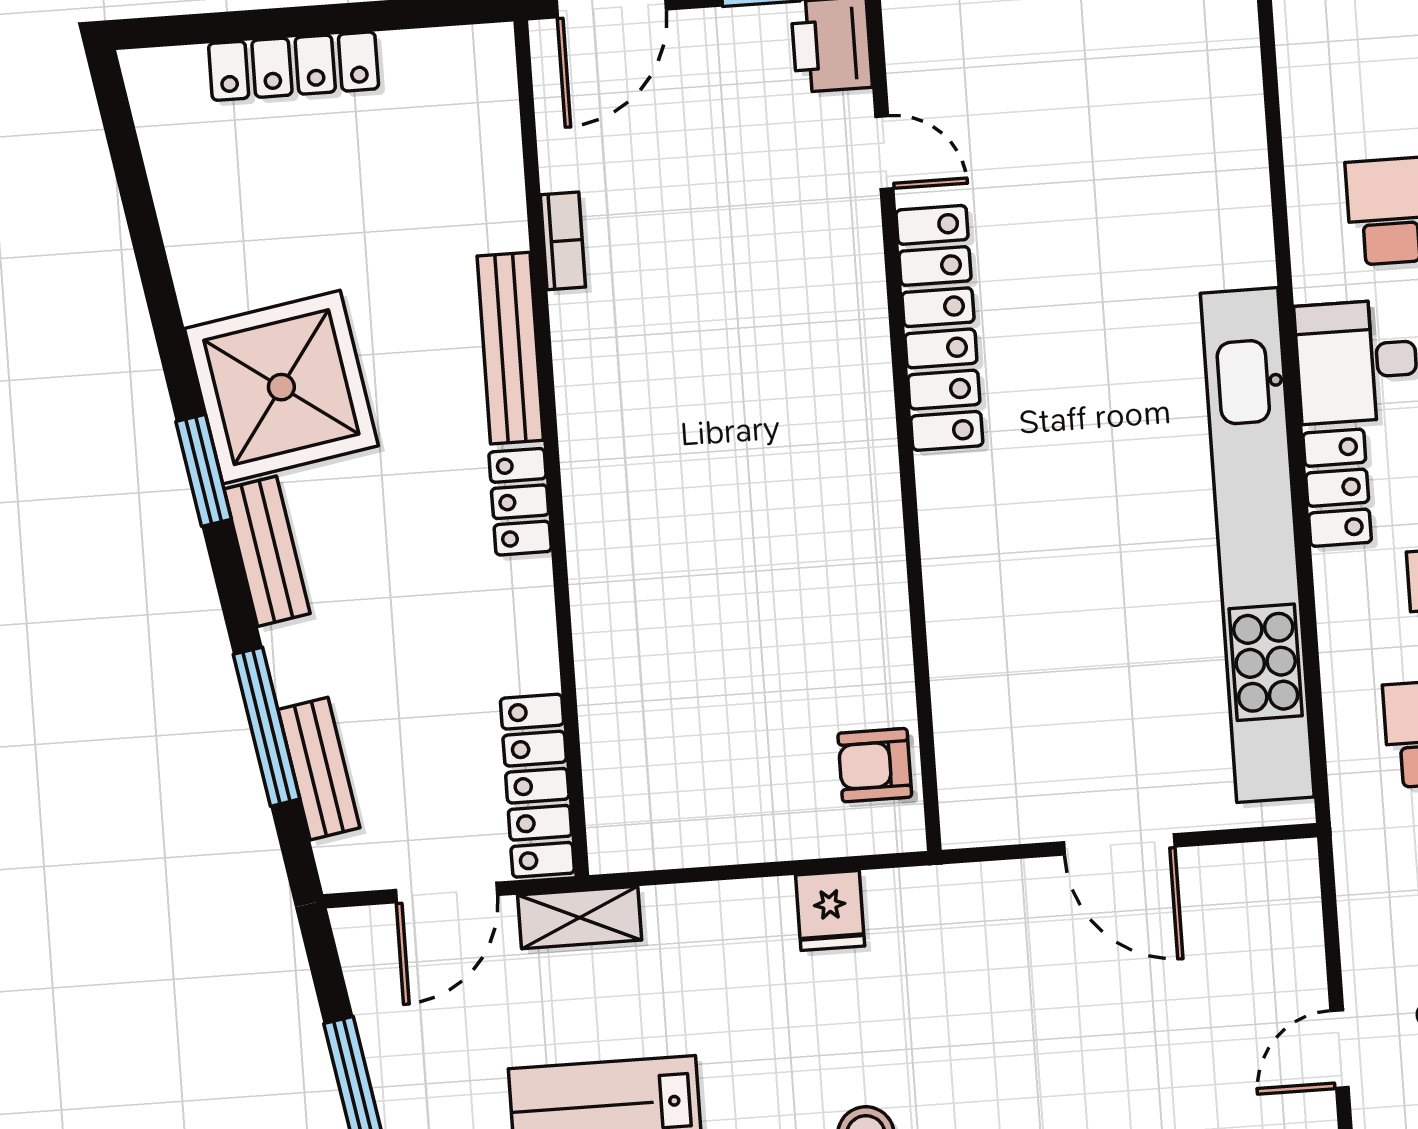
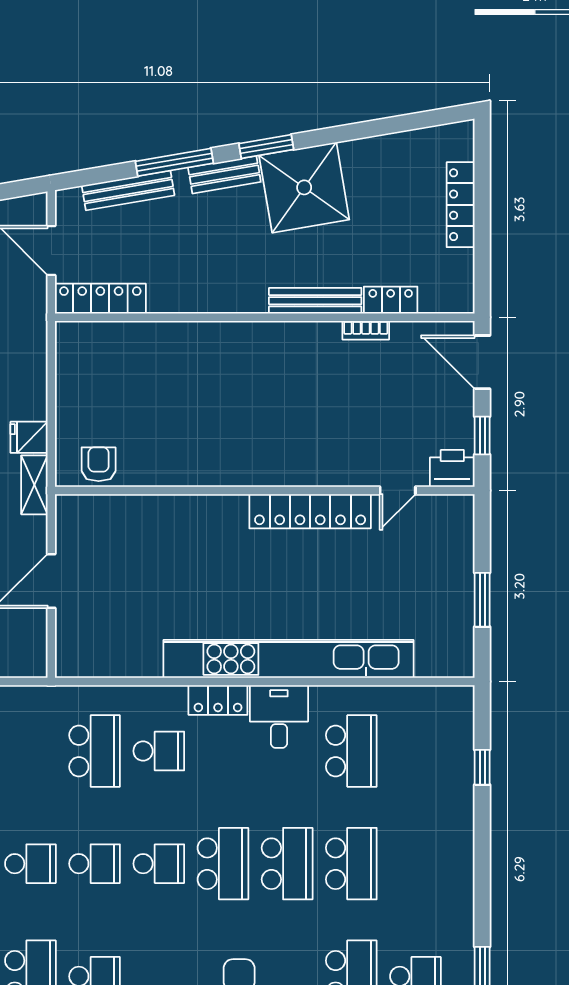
locker: (520, 502) -> (391, 300), moved
kitchen unit: (1257, 545) -> (289, 659), moved
window: (266, 727) -> (174, 162), moved
bench: (319, 769) -> (128, 190), width x1.36
shelving: (580, 917) -> (34, 485), moved

